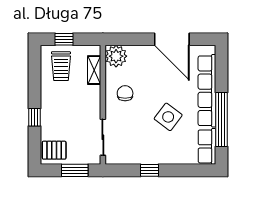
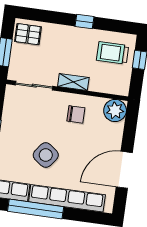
shelving: (94, 70) -> (73, 82), moved
window: (34, 117) -> (84, 21), moved
pallet: (54, 150) -> (28, 34), turned 90

